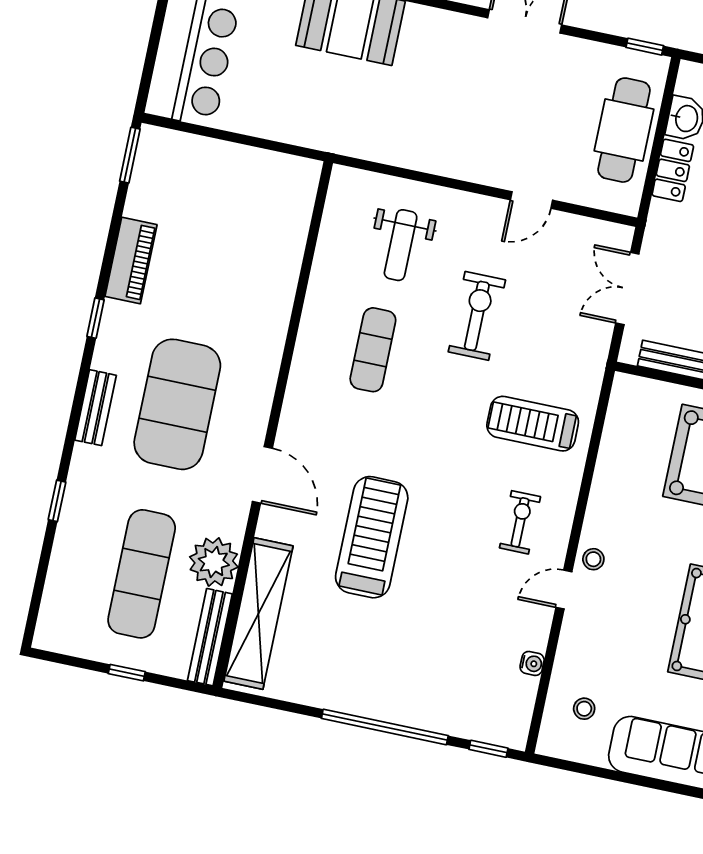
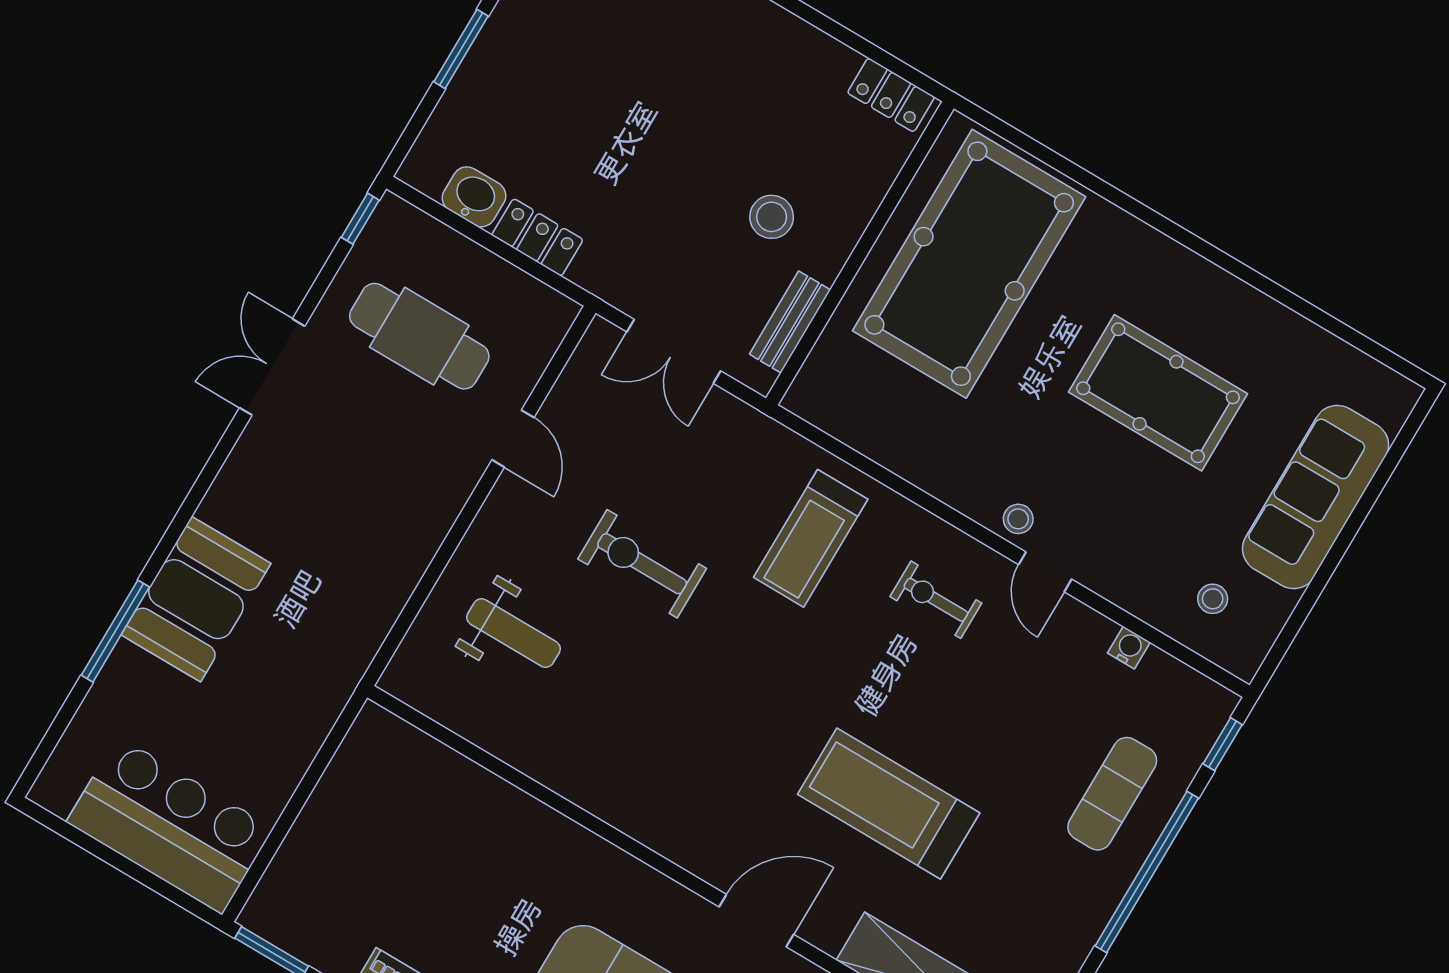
cafe table: (624, 130) -> (419, 336), moved
exercise mat: (373, 350) -> (1112, 794), moved, turned 90

